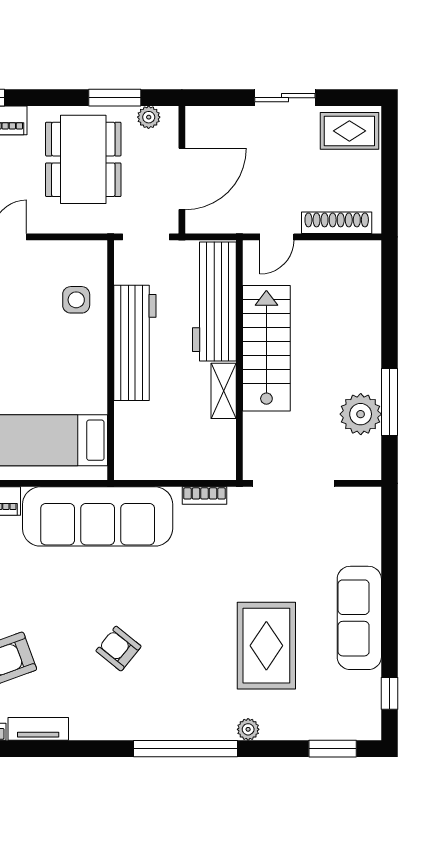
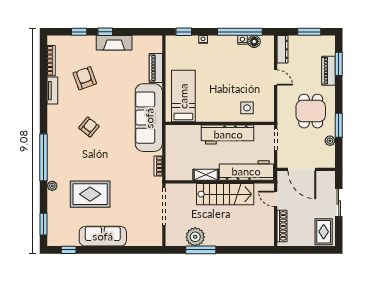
dining table: (83, 159) -> (311, 111), width x0.73
wall: (182, 170) -> (306, 169), moved
door: (182, 179) -> (302, 169), moved

